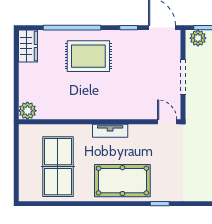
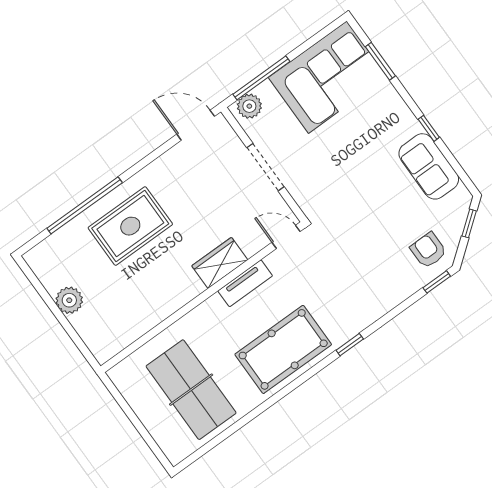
window: (129, 28) -> (154, 155), removed
wardrobe: (28, 46) -> (220, 263), moved, turned -90
plant: (27, 111) -> (69, 300), moved
tv unit: (110, 131) -> (245, 283), moved

